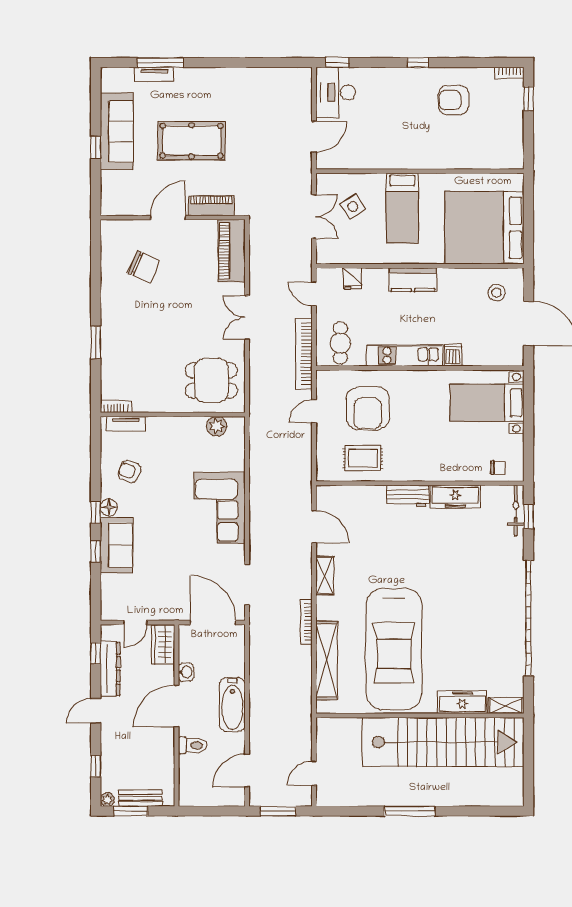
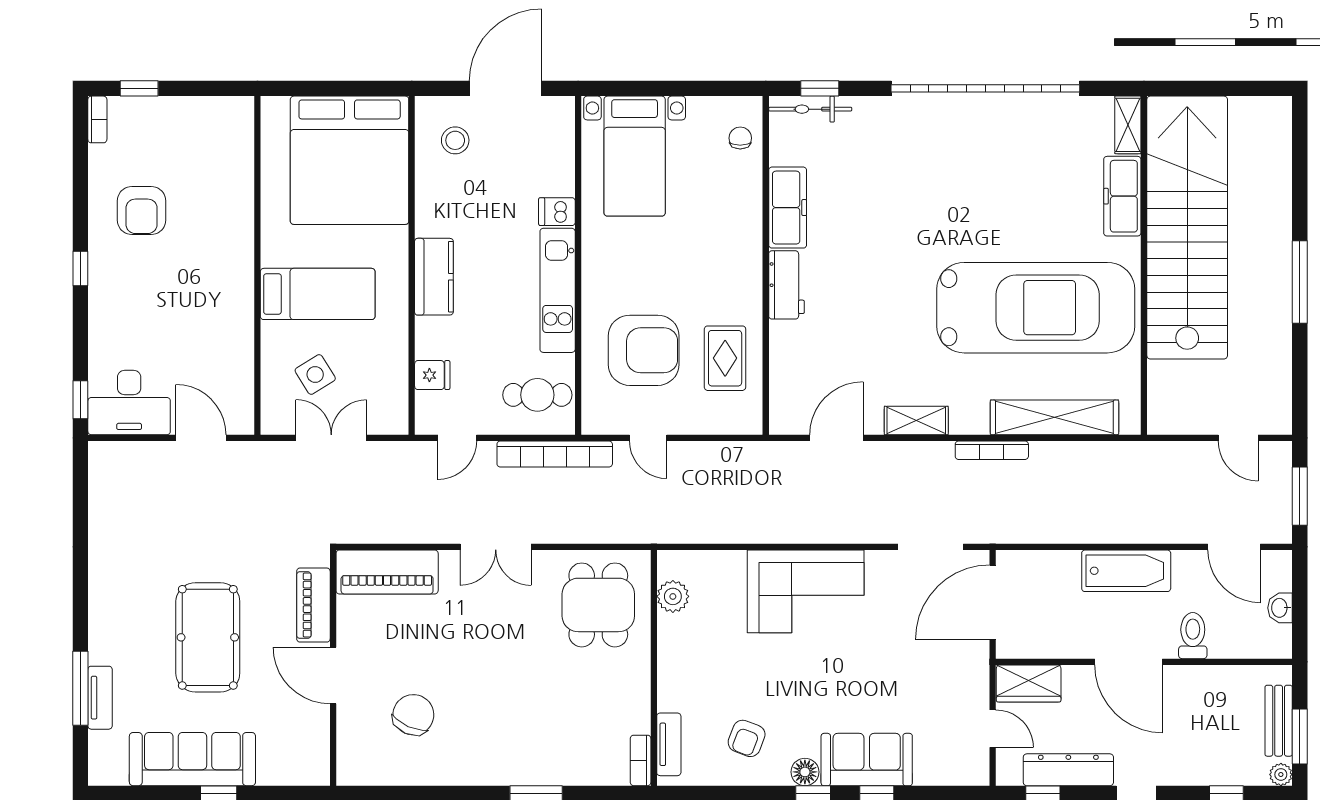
washbasin: (186, 672) -> (1280, 608), moved, turned -90

